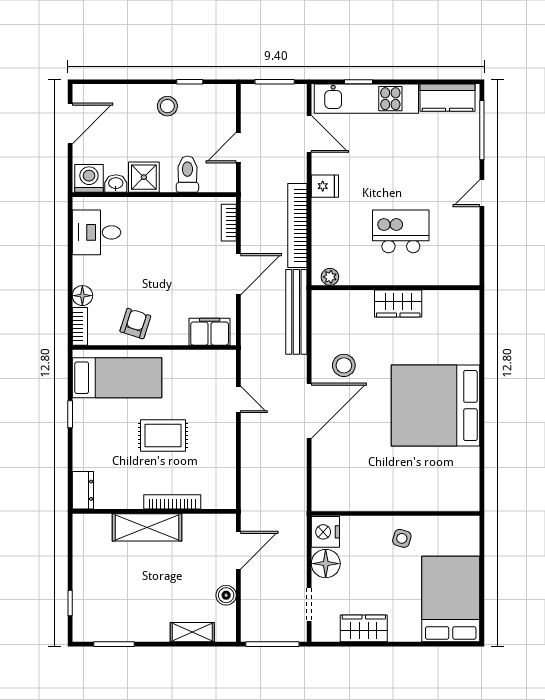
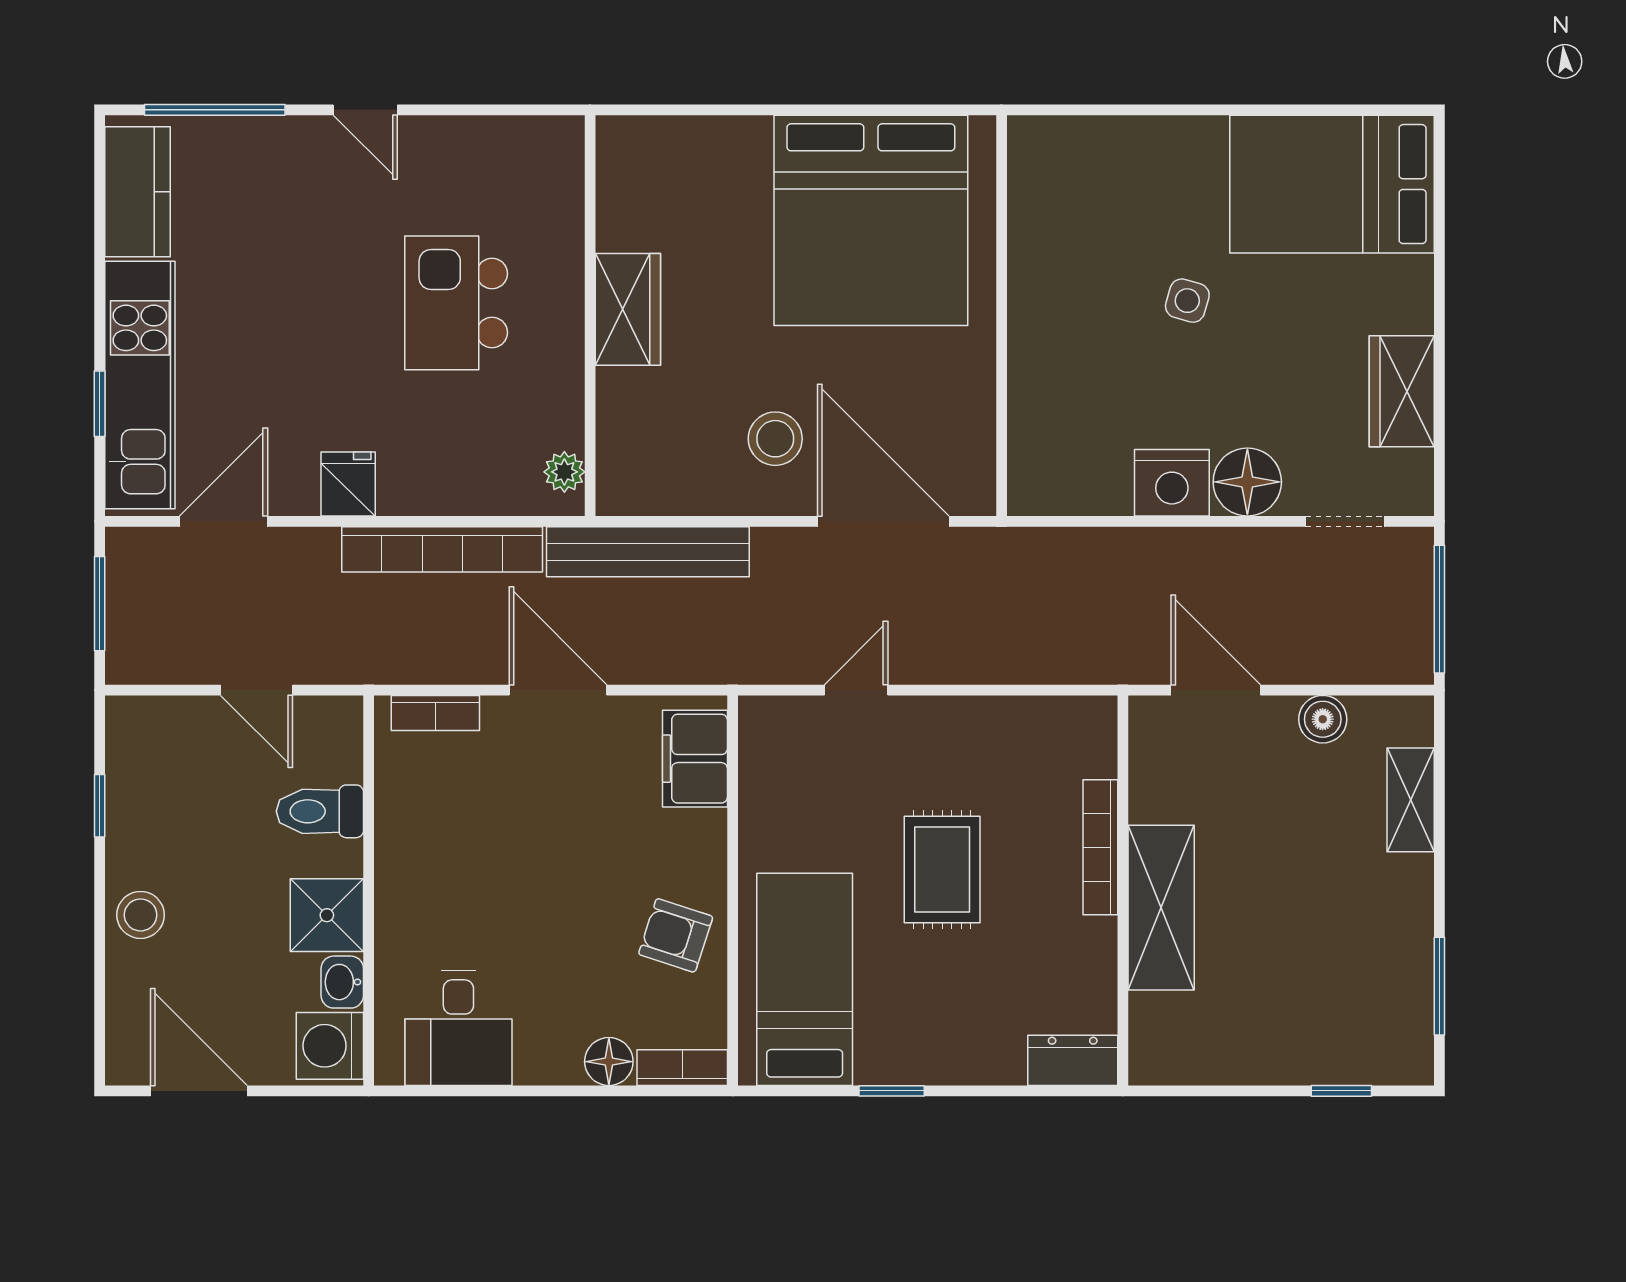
stool: (167, 106) -> (141, 915), moved
wall: (396, 514) -> (1002, 316), moved

